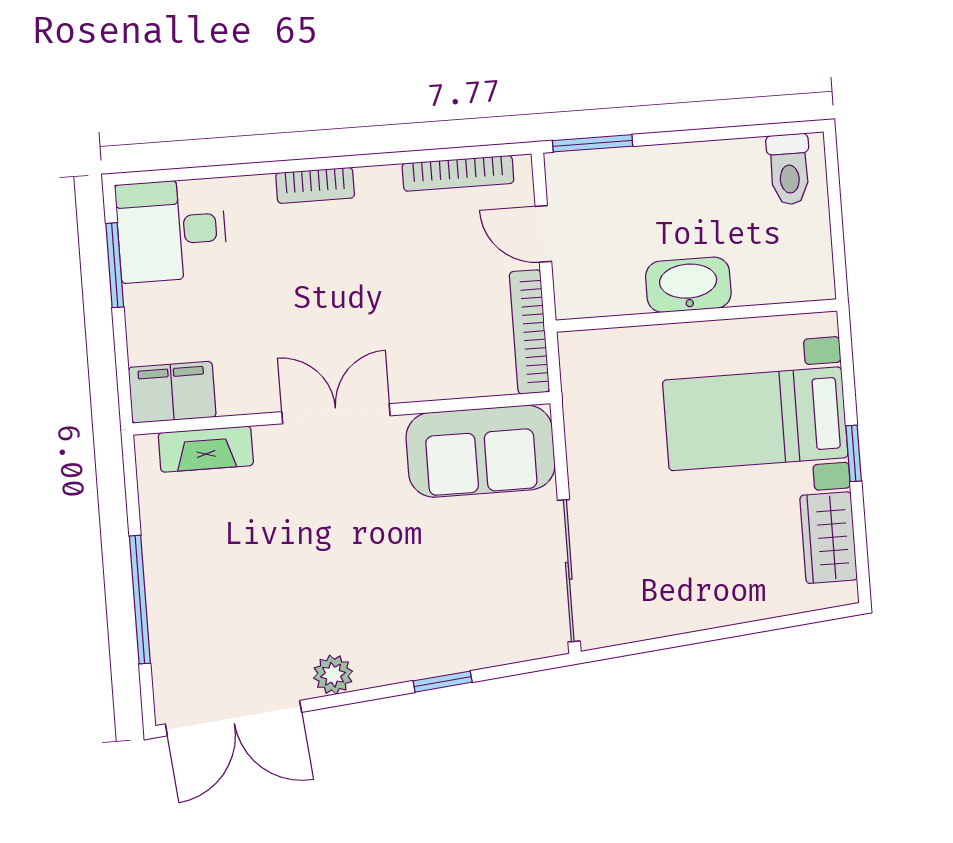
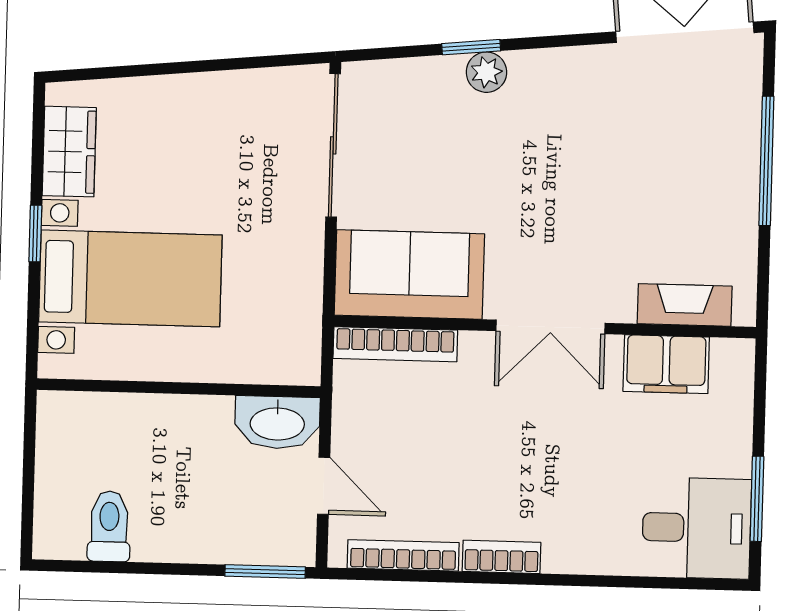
toilet: (789, 169) -> (109, 526), moved
bookcase: (315, 185) -> (502, 557), moved
washbasin: (688, 285) -> (277, 422), moved
bookcase: (529, 332) -> (395, 344), moved, turned 90
filing cabinet: (172, 392) -> (666, 364), moved
plant: (333, 675) -> (486, 72), moved

